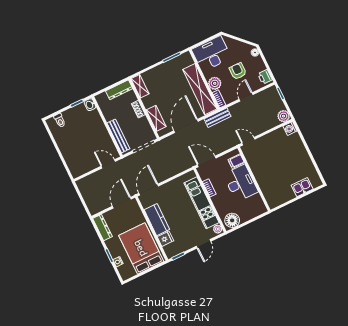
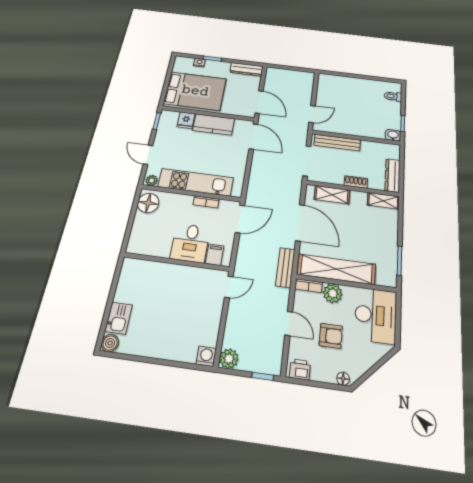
boiler: (316, 182) -> (110, 343), added
desk: (241, 183) -> (190, 243), width x0.73

